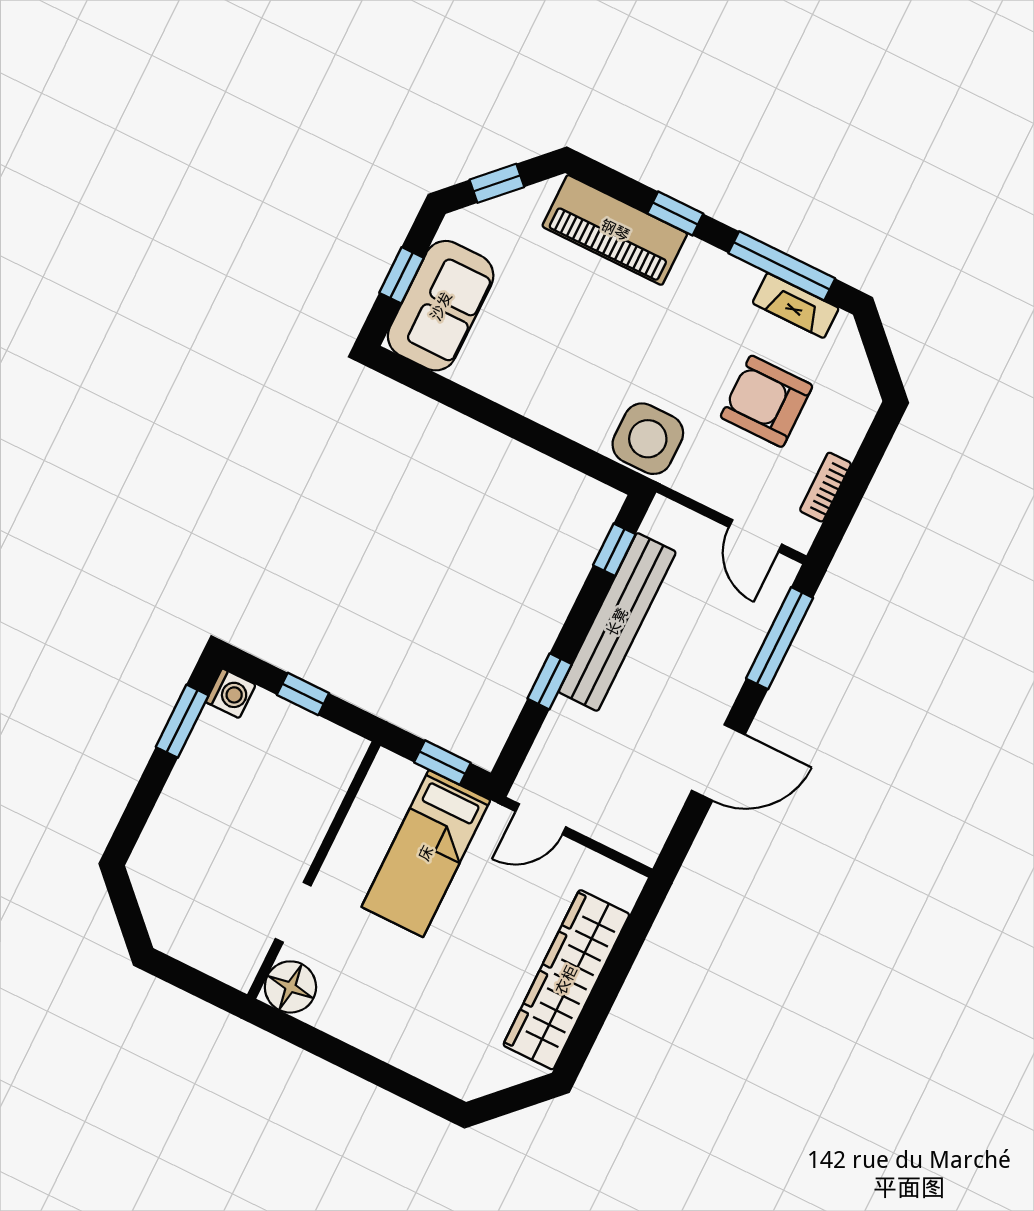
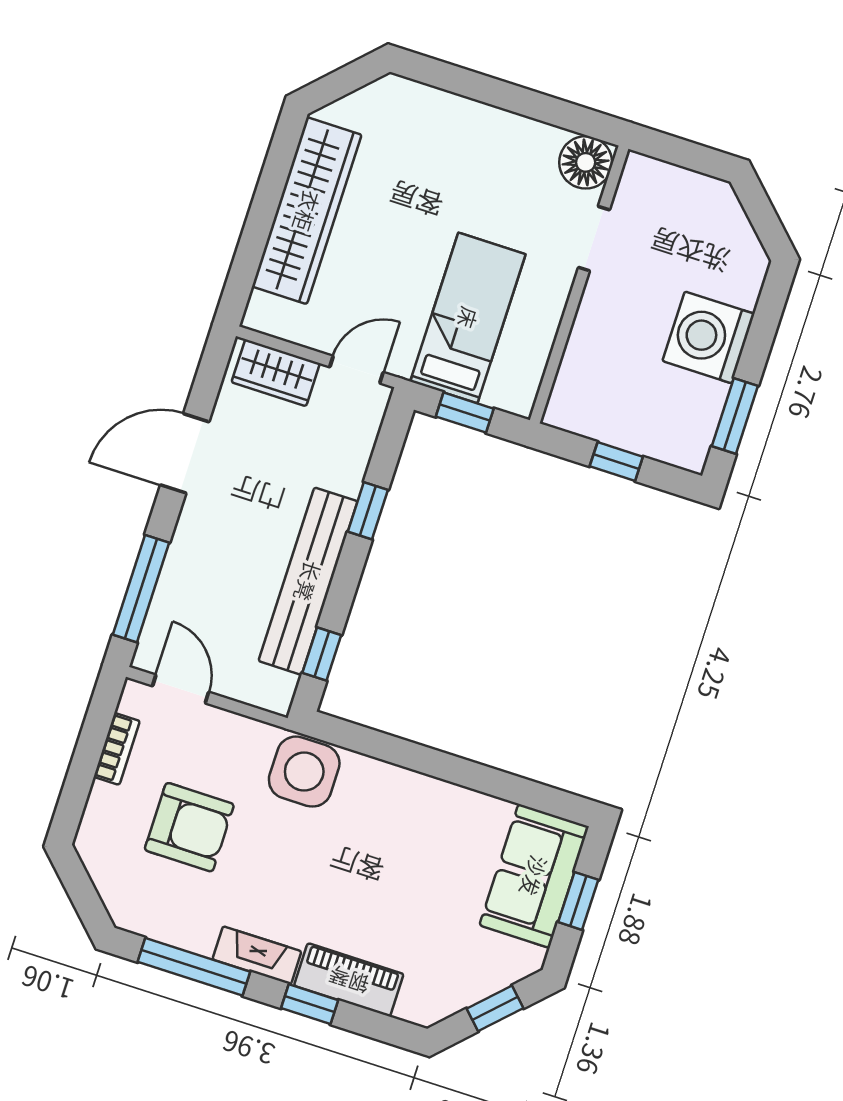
piano: (615, 230) -> (349, 980), width x0.73, depth x0.75
fireplace: (796, 306) -> (257, 955), moved
washing machine: (231, 693) -> (708, 337), moved, width x1.89, depth x1.89
wardrobe: (619, 828) -> (276, 373), added

